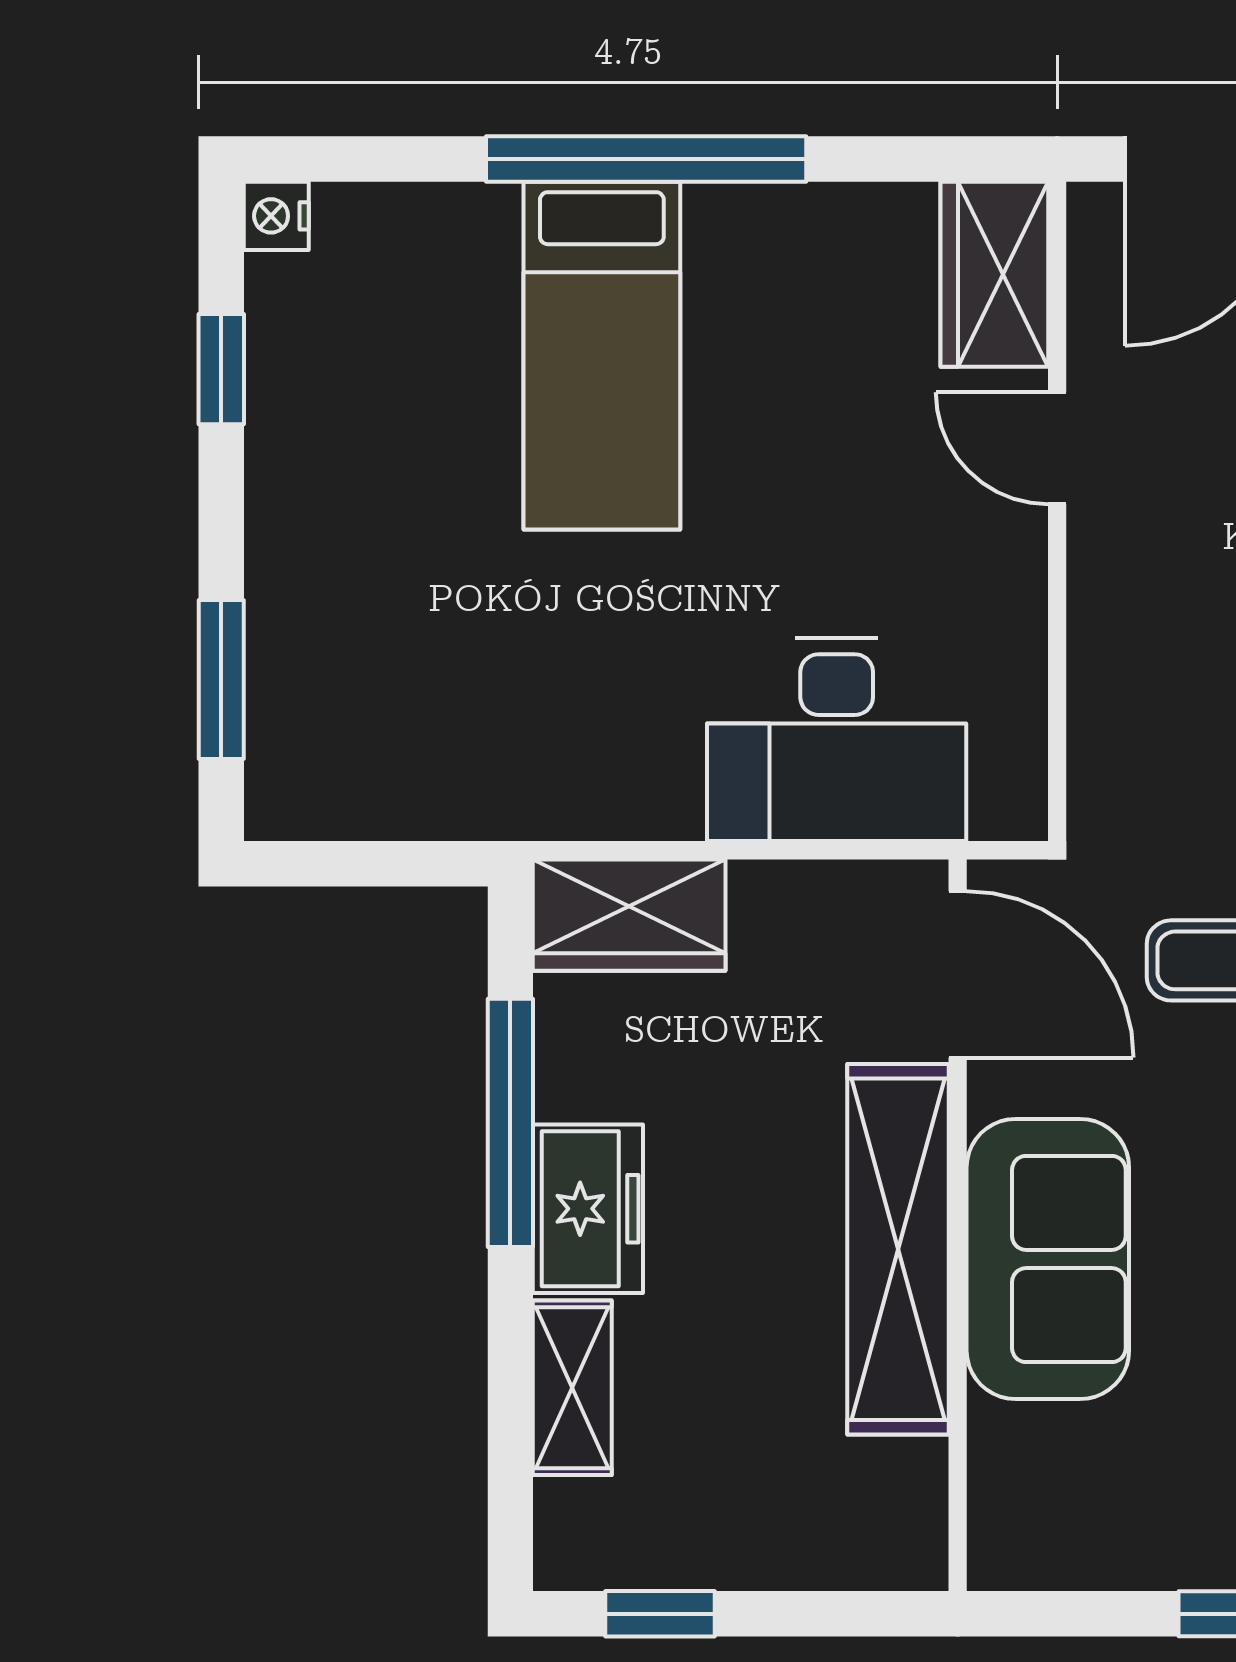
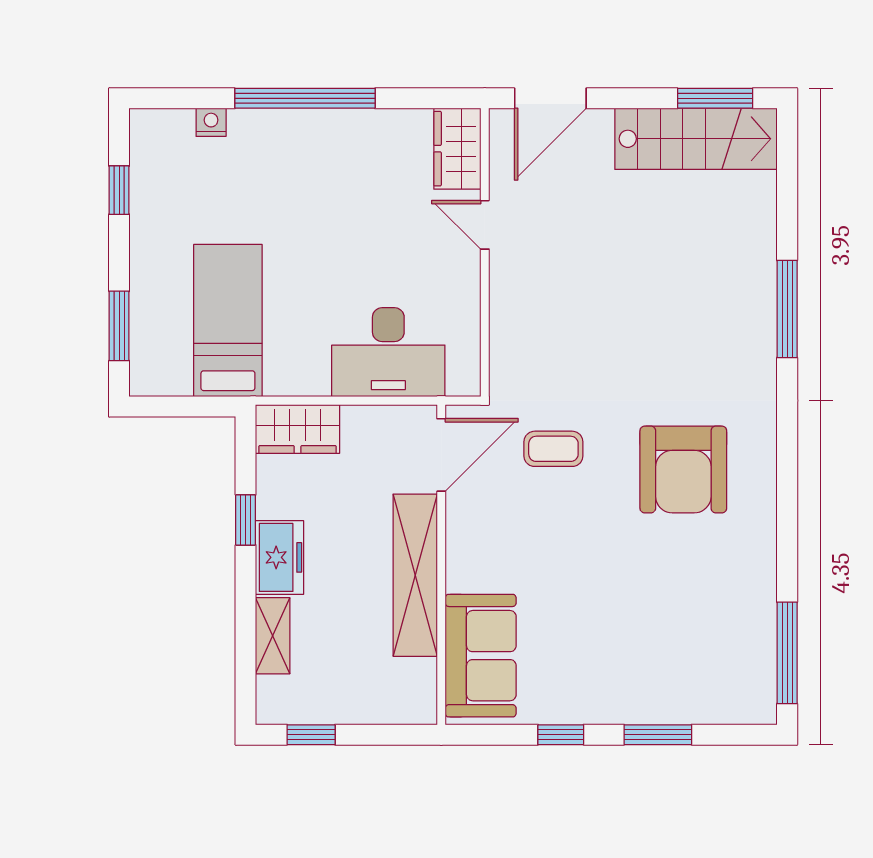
nightstand: (276, 216) -> (211, 122), moved, turned 90
bed: (602, 356) -> (228, 321), moved, turned 180
door: (958, 974) -> (441, 455), hinge flipped
window: (510, 1123) -> (246, 520), width x0.46
sofa: (1048, 1259) -> (481, 656), moved

